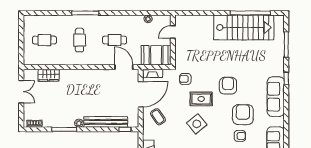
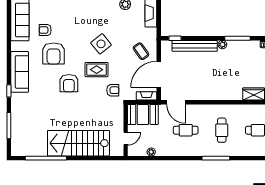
stairs: (244, 27) -> (78, 143), moved
armchair: (240, 136) -> (45, 30), moved

